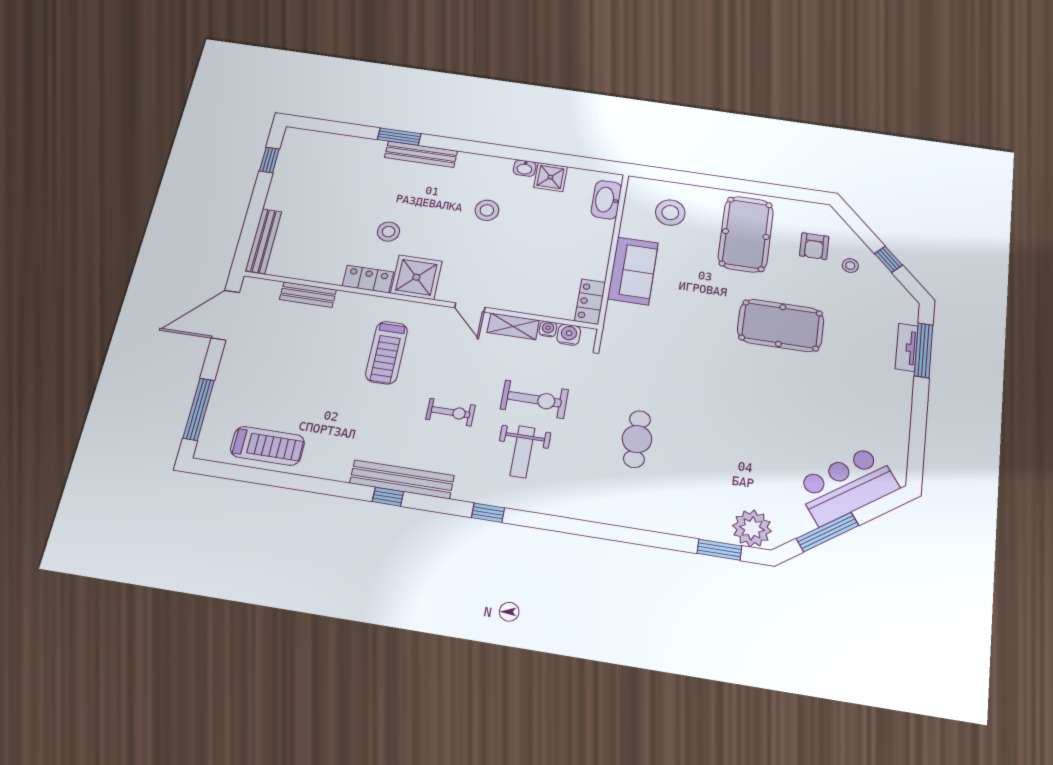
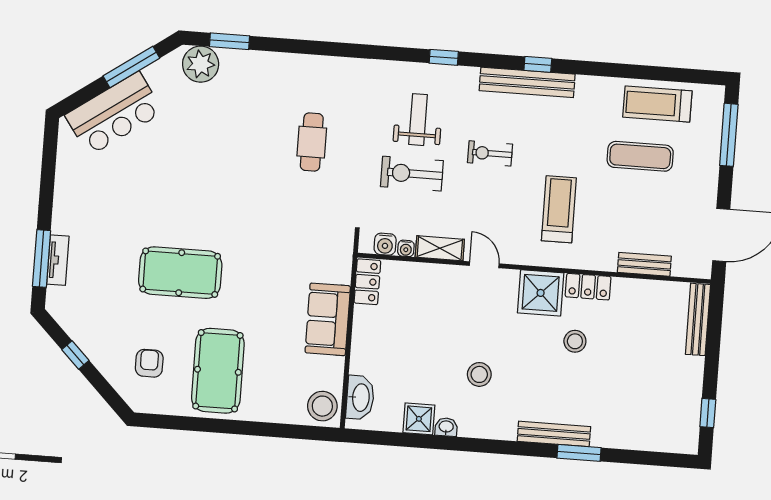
stool: (670, 213) -> (322, 406), moved
stool: (850, 266) -> (113, 345), removed
exercise mat: (295, 396) -> (640, 156), added

